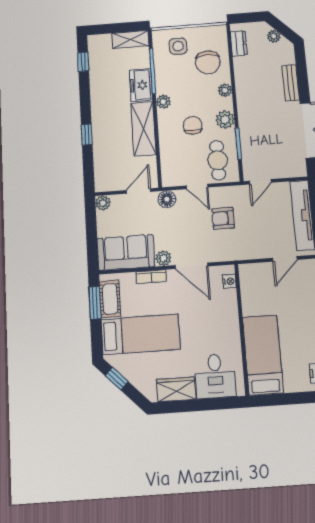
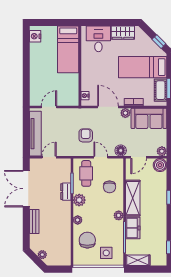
dresser: (239, 43) -> (66, 192), moved
chair: (193, 125) -> (110, 187), moved
boiler: (105, 182) -> (160, 165), added
door: (260, 182) -> (49, 157), moved
armchair: (223, 218) -> (86, 135), turned -90

